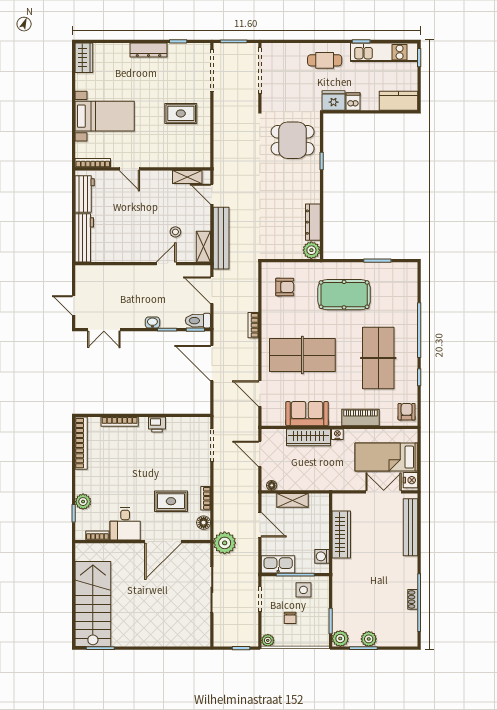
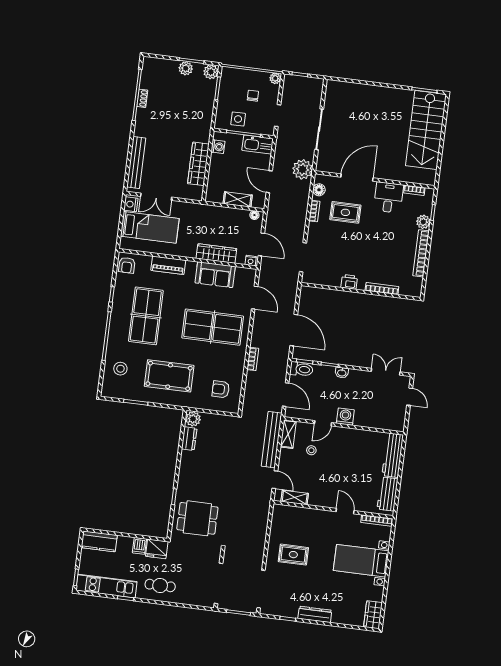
dresser: (313, 222) -> (189, 439), width x0.70
washing machine: (142, 274) -> (345, 417), added
stool: (399, 296) -> (120, 369), added
nightstand: (337, 434) -> (251, 261), moved
bookcase: (81, 443) -> (421, 253), moved

